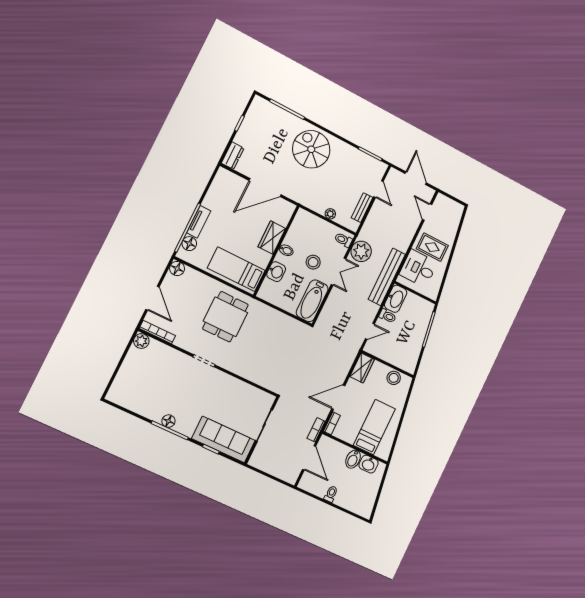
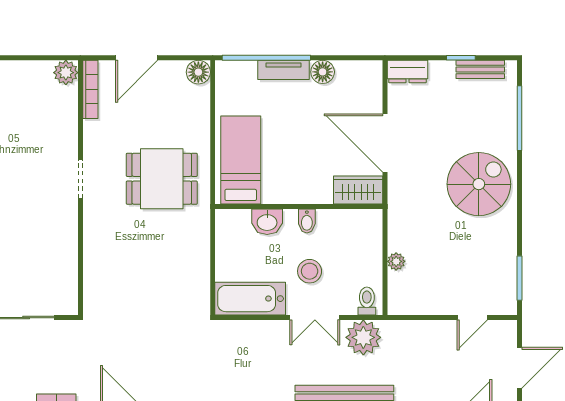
bench: (362, 208) -> (480, 69), moved
wardrobe: (272, 238) -> (358, 190), moved
floor lamp: (189, 244) -> (323, 72), moved

